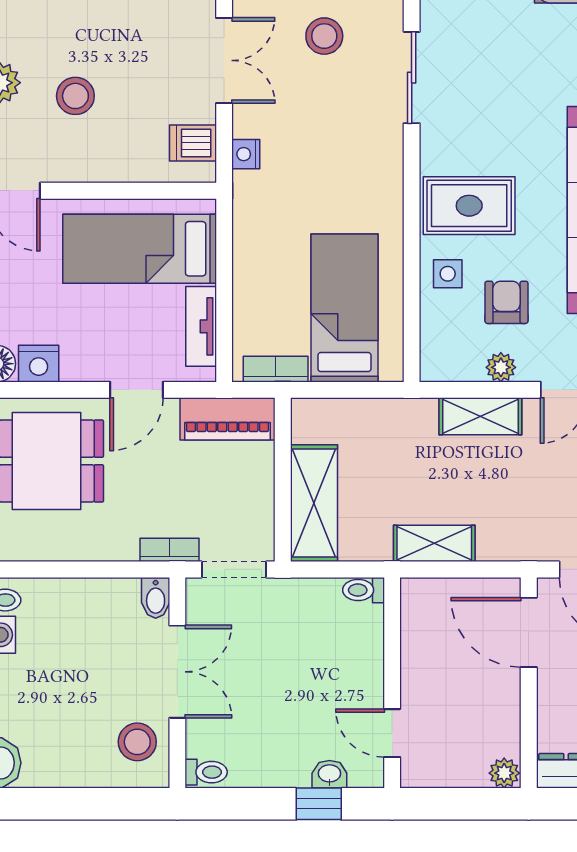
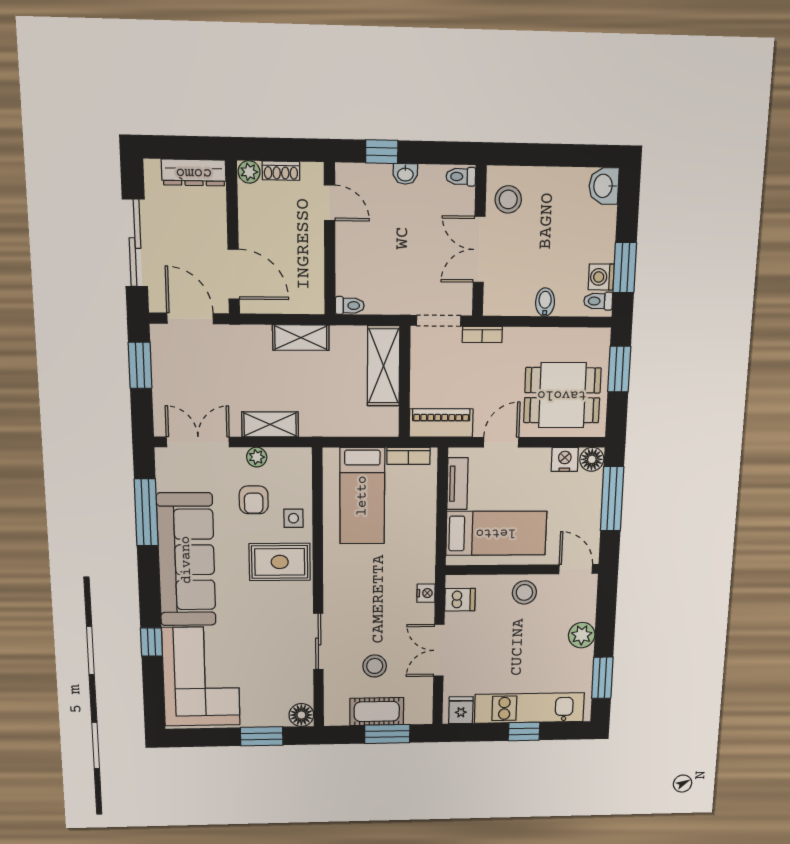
stool: (75, 96) -> (524, 592), moved
bidet: (156, 598) -> (545, 302), moved
washbasin: (329, 774) -> (405, 174), moved
shoe rack: (460, 775) -> (281, 171), added

